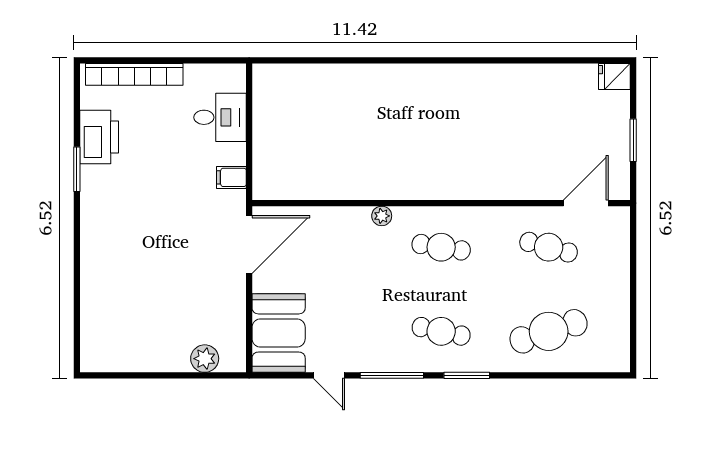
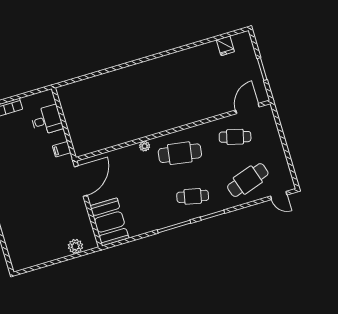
fridge: (614, 77) -> (225, 46), moved, turned -90
cafe table: (441, 247) -> (180, 153), width x1.37, depth x1.35
door: (329, 375) -> (279, 196), moved

